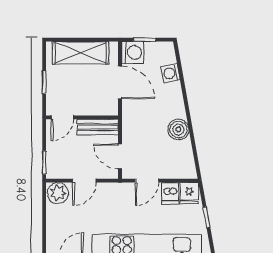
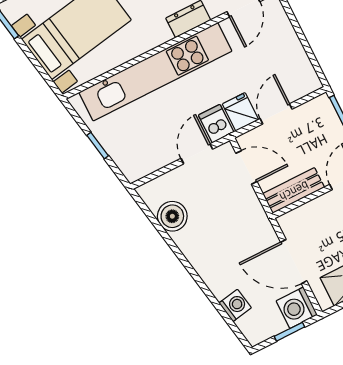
boiler: (178, 129) -> (172, 216), moved
plant: (58, 193) -> (302, 81), removed
dishwasher: (170, 193) -> (216, 124), moved
fridge: (189, 193) -> (240, 112), moved

